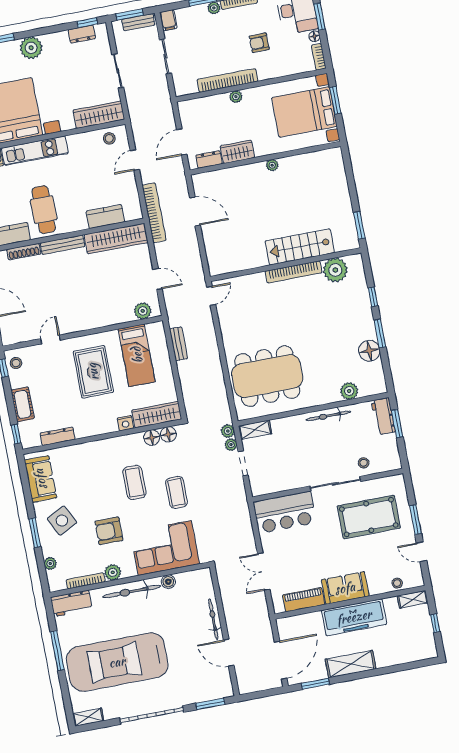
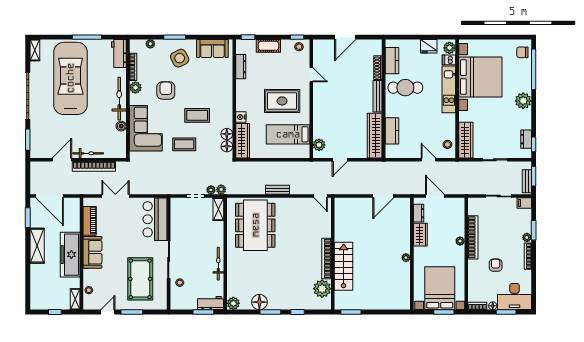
bookcase: (154, 213) -> (94, 166), moved
bench: (179, 344) -> (278, 190), moved
plant: (349, 391) -> (233, 303), moved

